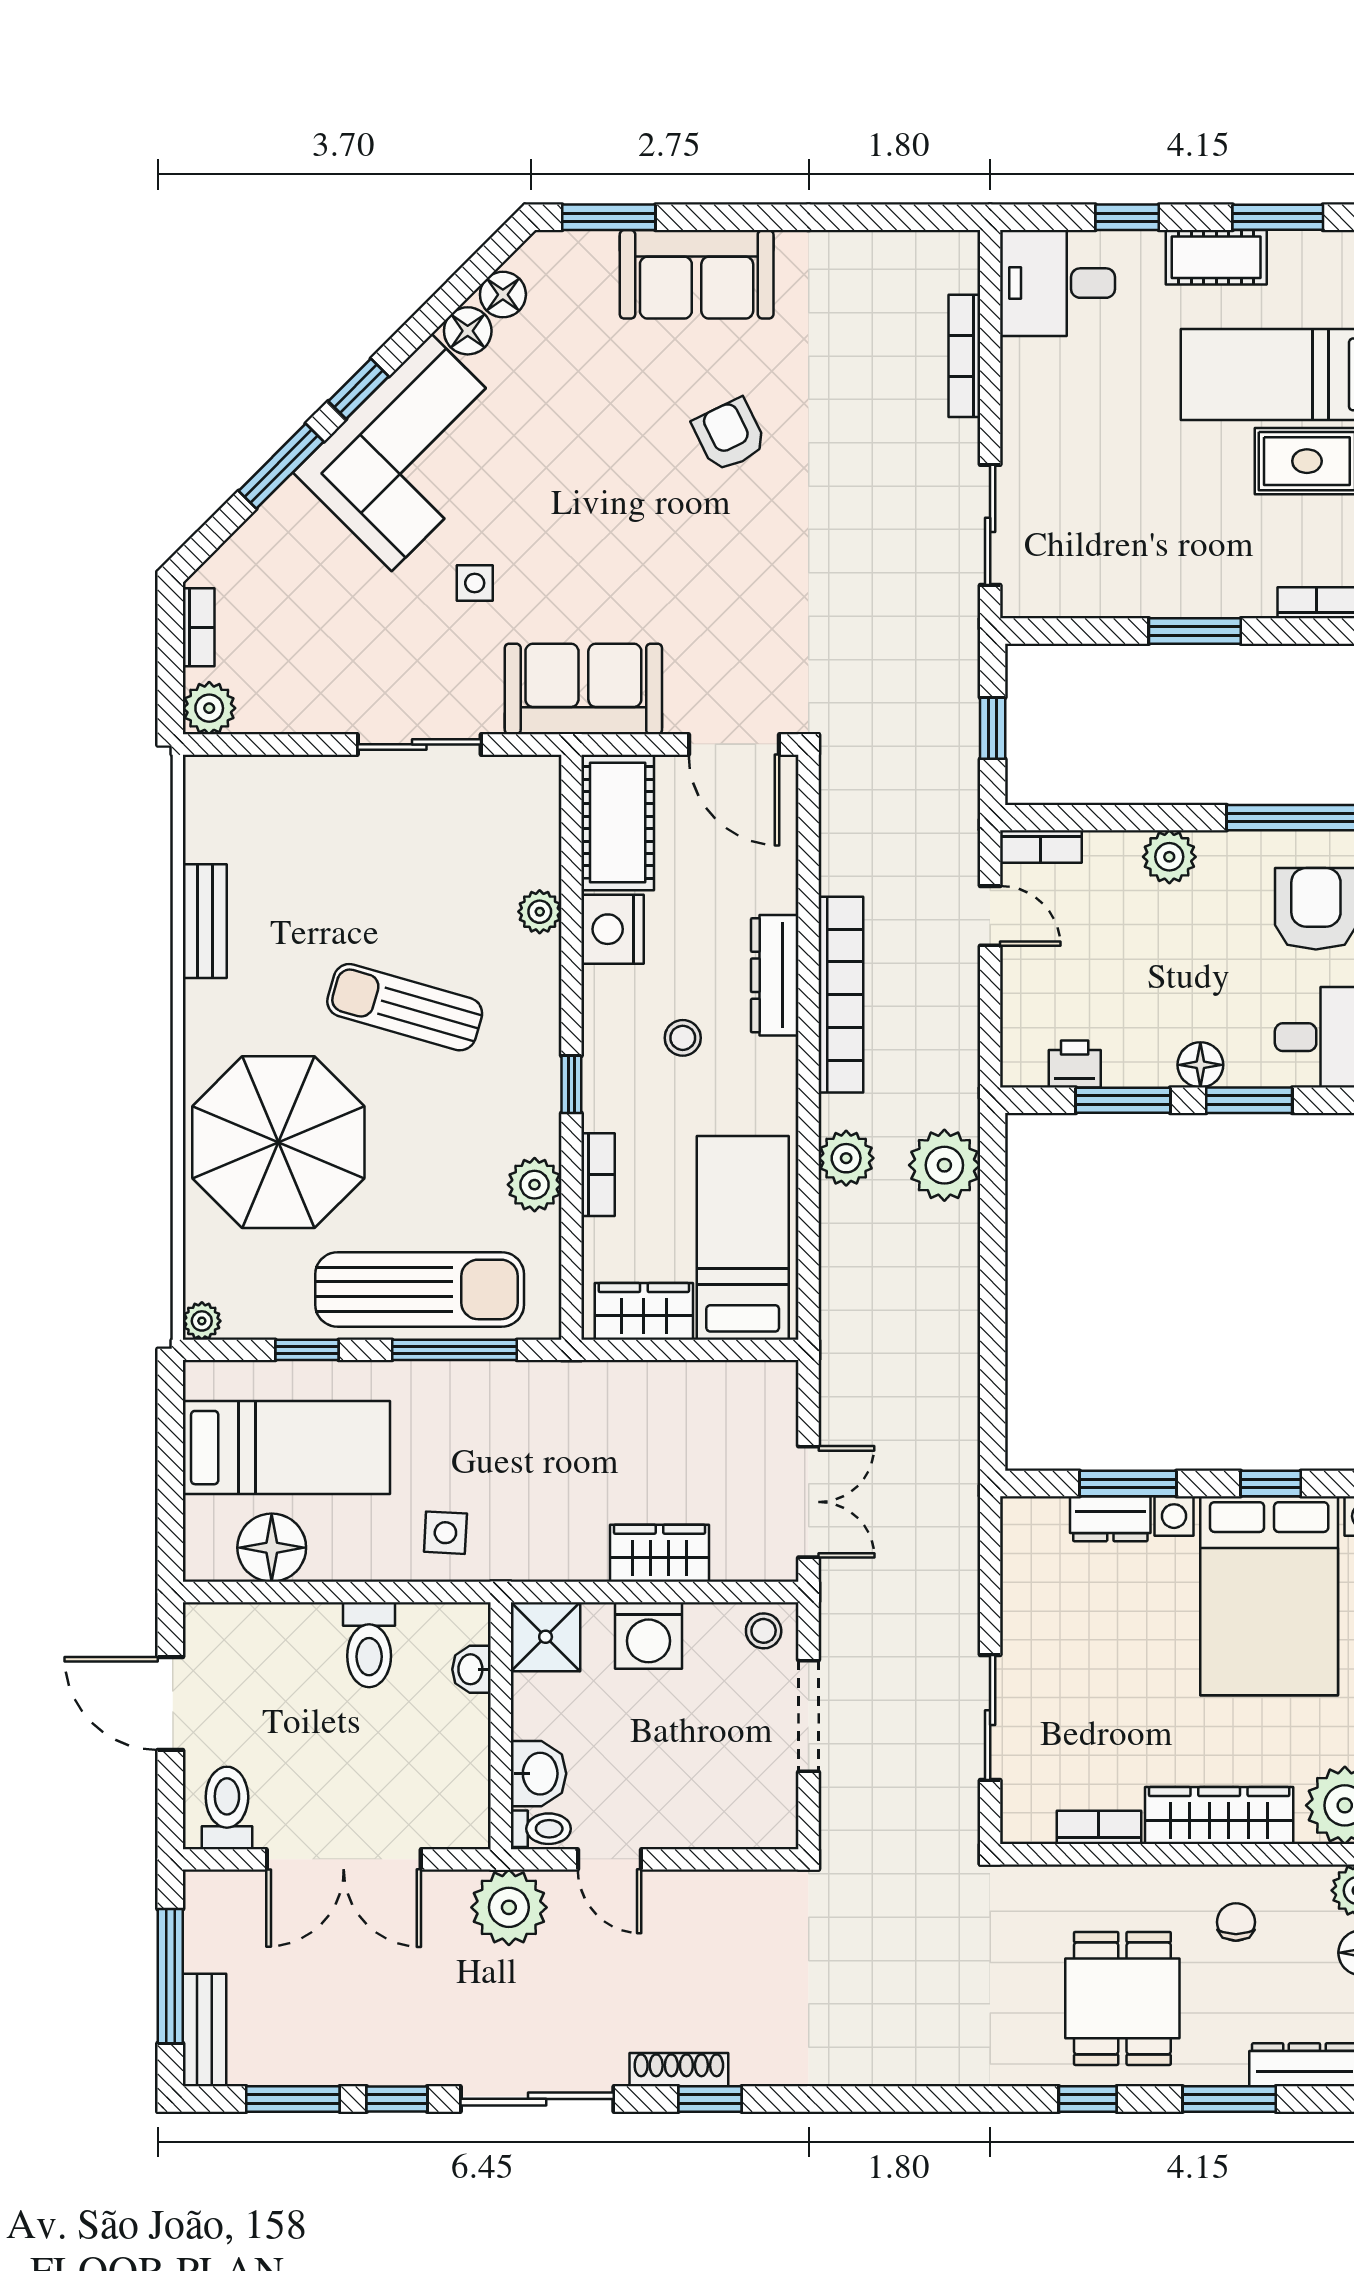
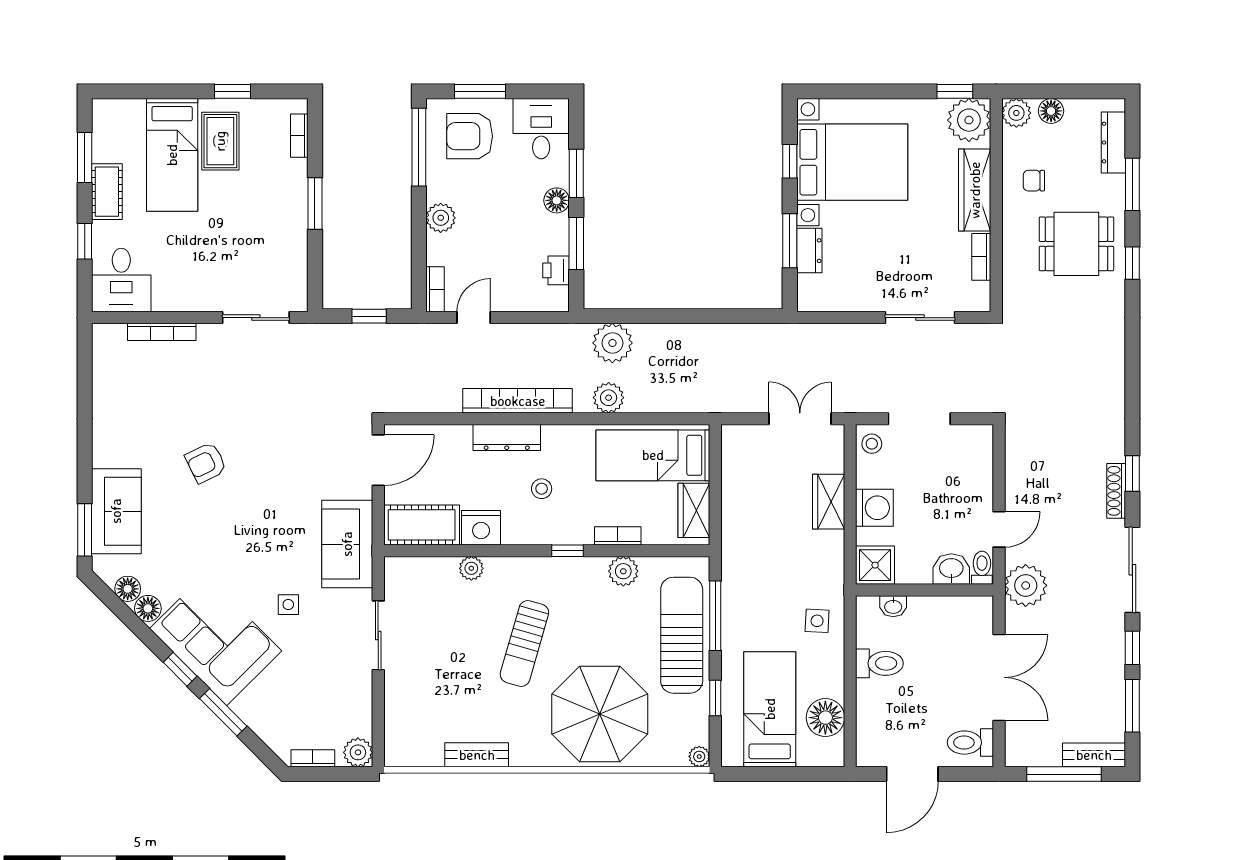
sofa: (697, 274) -> (116, 511), moved

